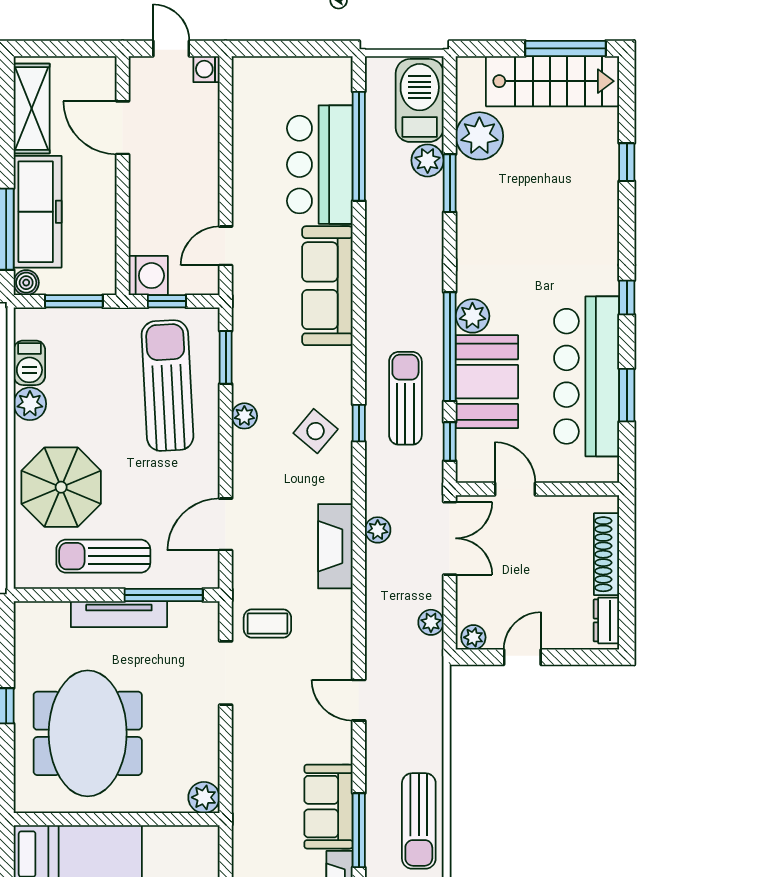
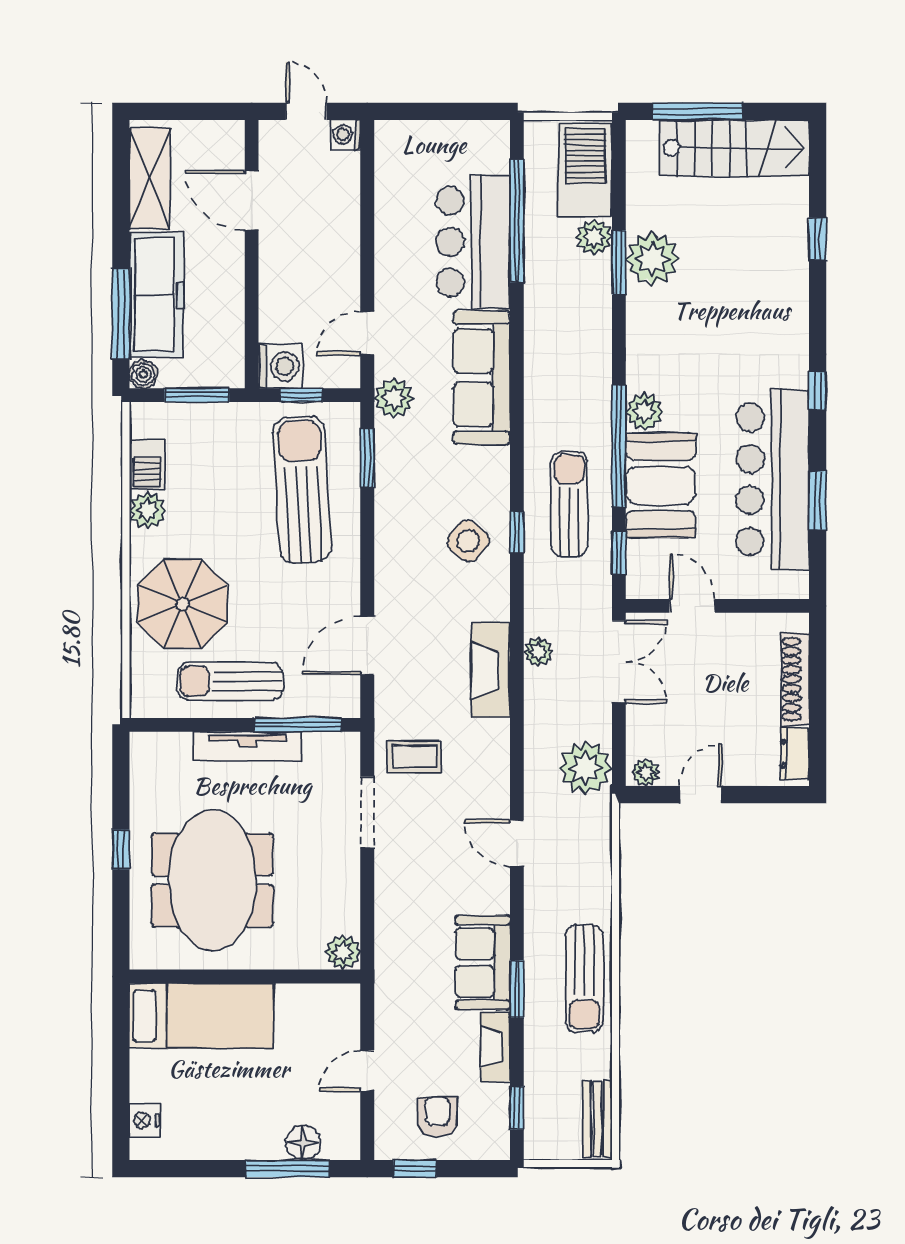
window: (565, 48) -> (697, 111), moved
plant: (479, 136) -> (652, 259), moved
plant: (244, 416) -> (394, 398), moved, width x1.38, depth x1.38
plant: (431, 622) -> (585, 768), width x1.88, depth x1.88
window: (359, 830) -> (517, 989), width x0.69

